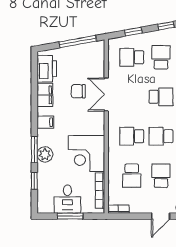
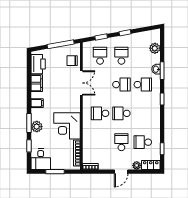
school desk: (132, 57) -> (100, 56), turned 90
chair: (78, 91) -> (72, 61), moved
double door: (106, 94) -> (81, 83), swing flipped
school desk: (132, 176) -> (100, 142), removed
desk: (67, 199) -> (41, 159), moved

